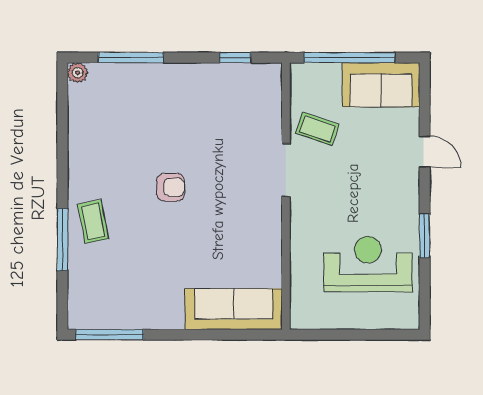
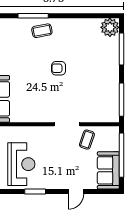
window: (235, 58) -> (122, 100), width x2.17
plant: (78, 73) -> (110, 27), width x1.87, depth x1.87
armchair: (171, 187) -> (59, 68), turned 90

